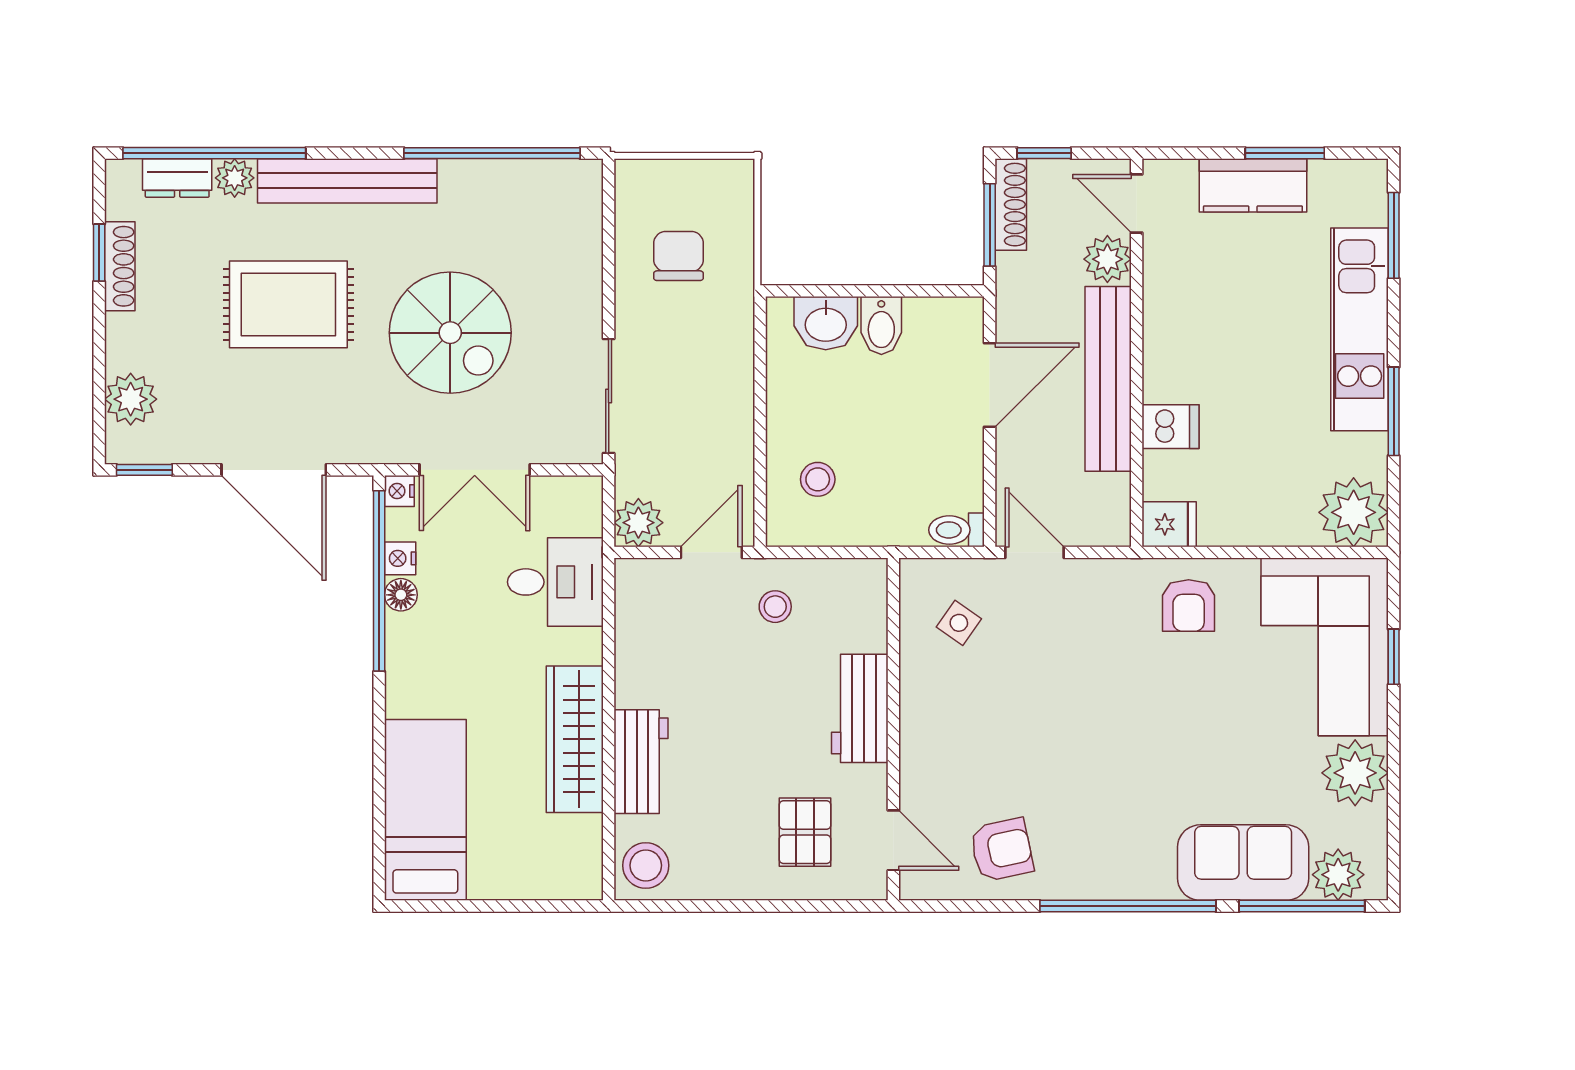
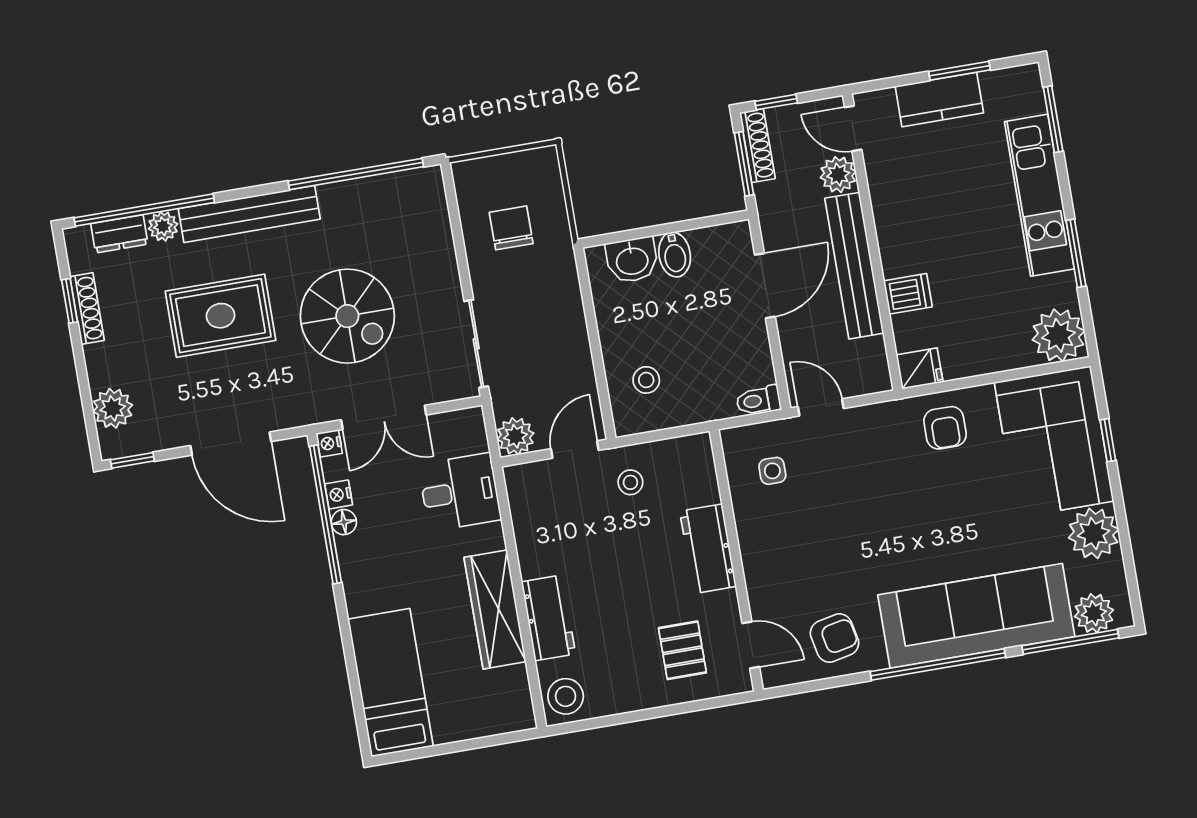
side table: (959, 623) -> (772, 471), turned -35
sofa: (1243, 863) -> (976, 616), width x1.85, depth x1.27

